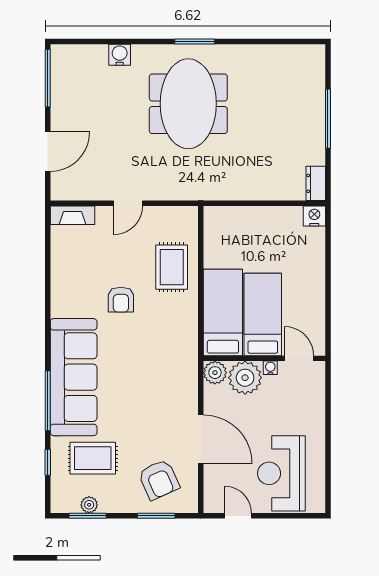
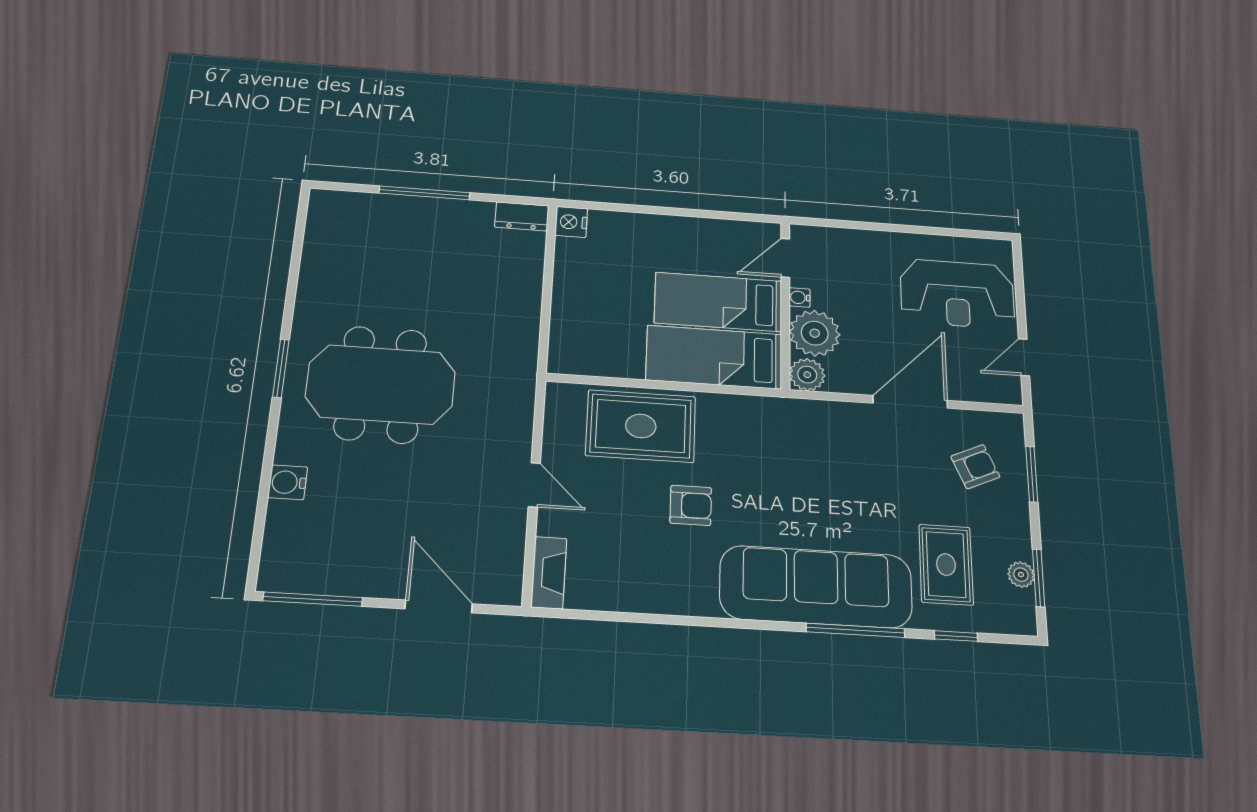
rug: (172, 267) -> (641, 426), width x1.36, depth x1.43
armchair: (159, 480) -> (975, 467), width x0.72, depth x0.72

